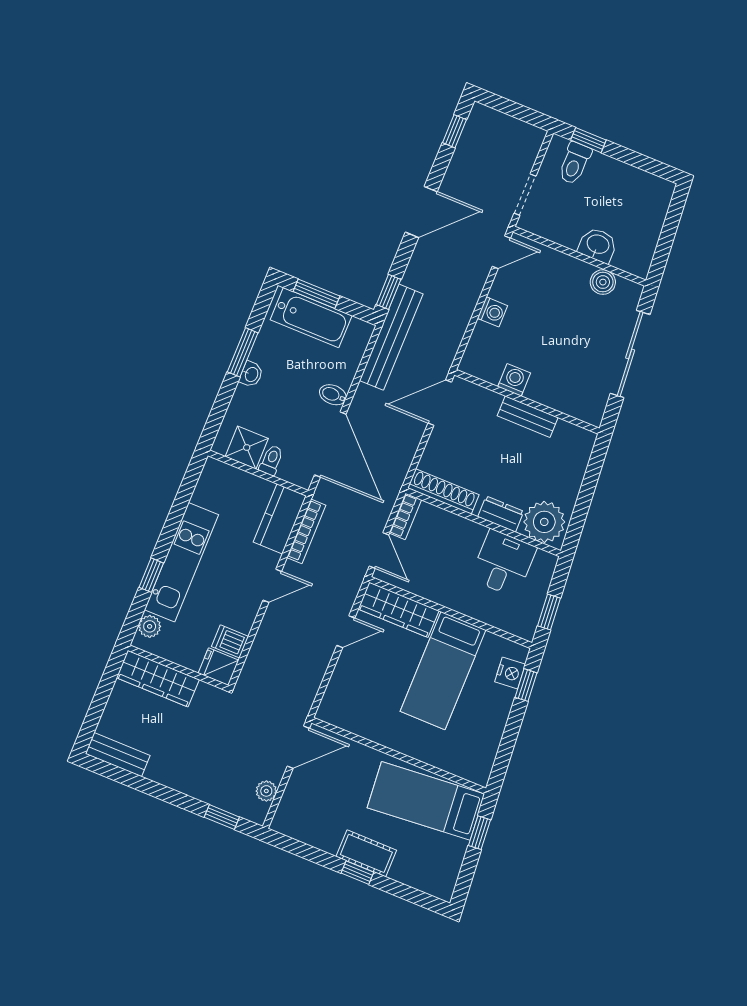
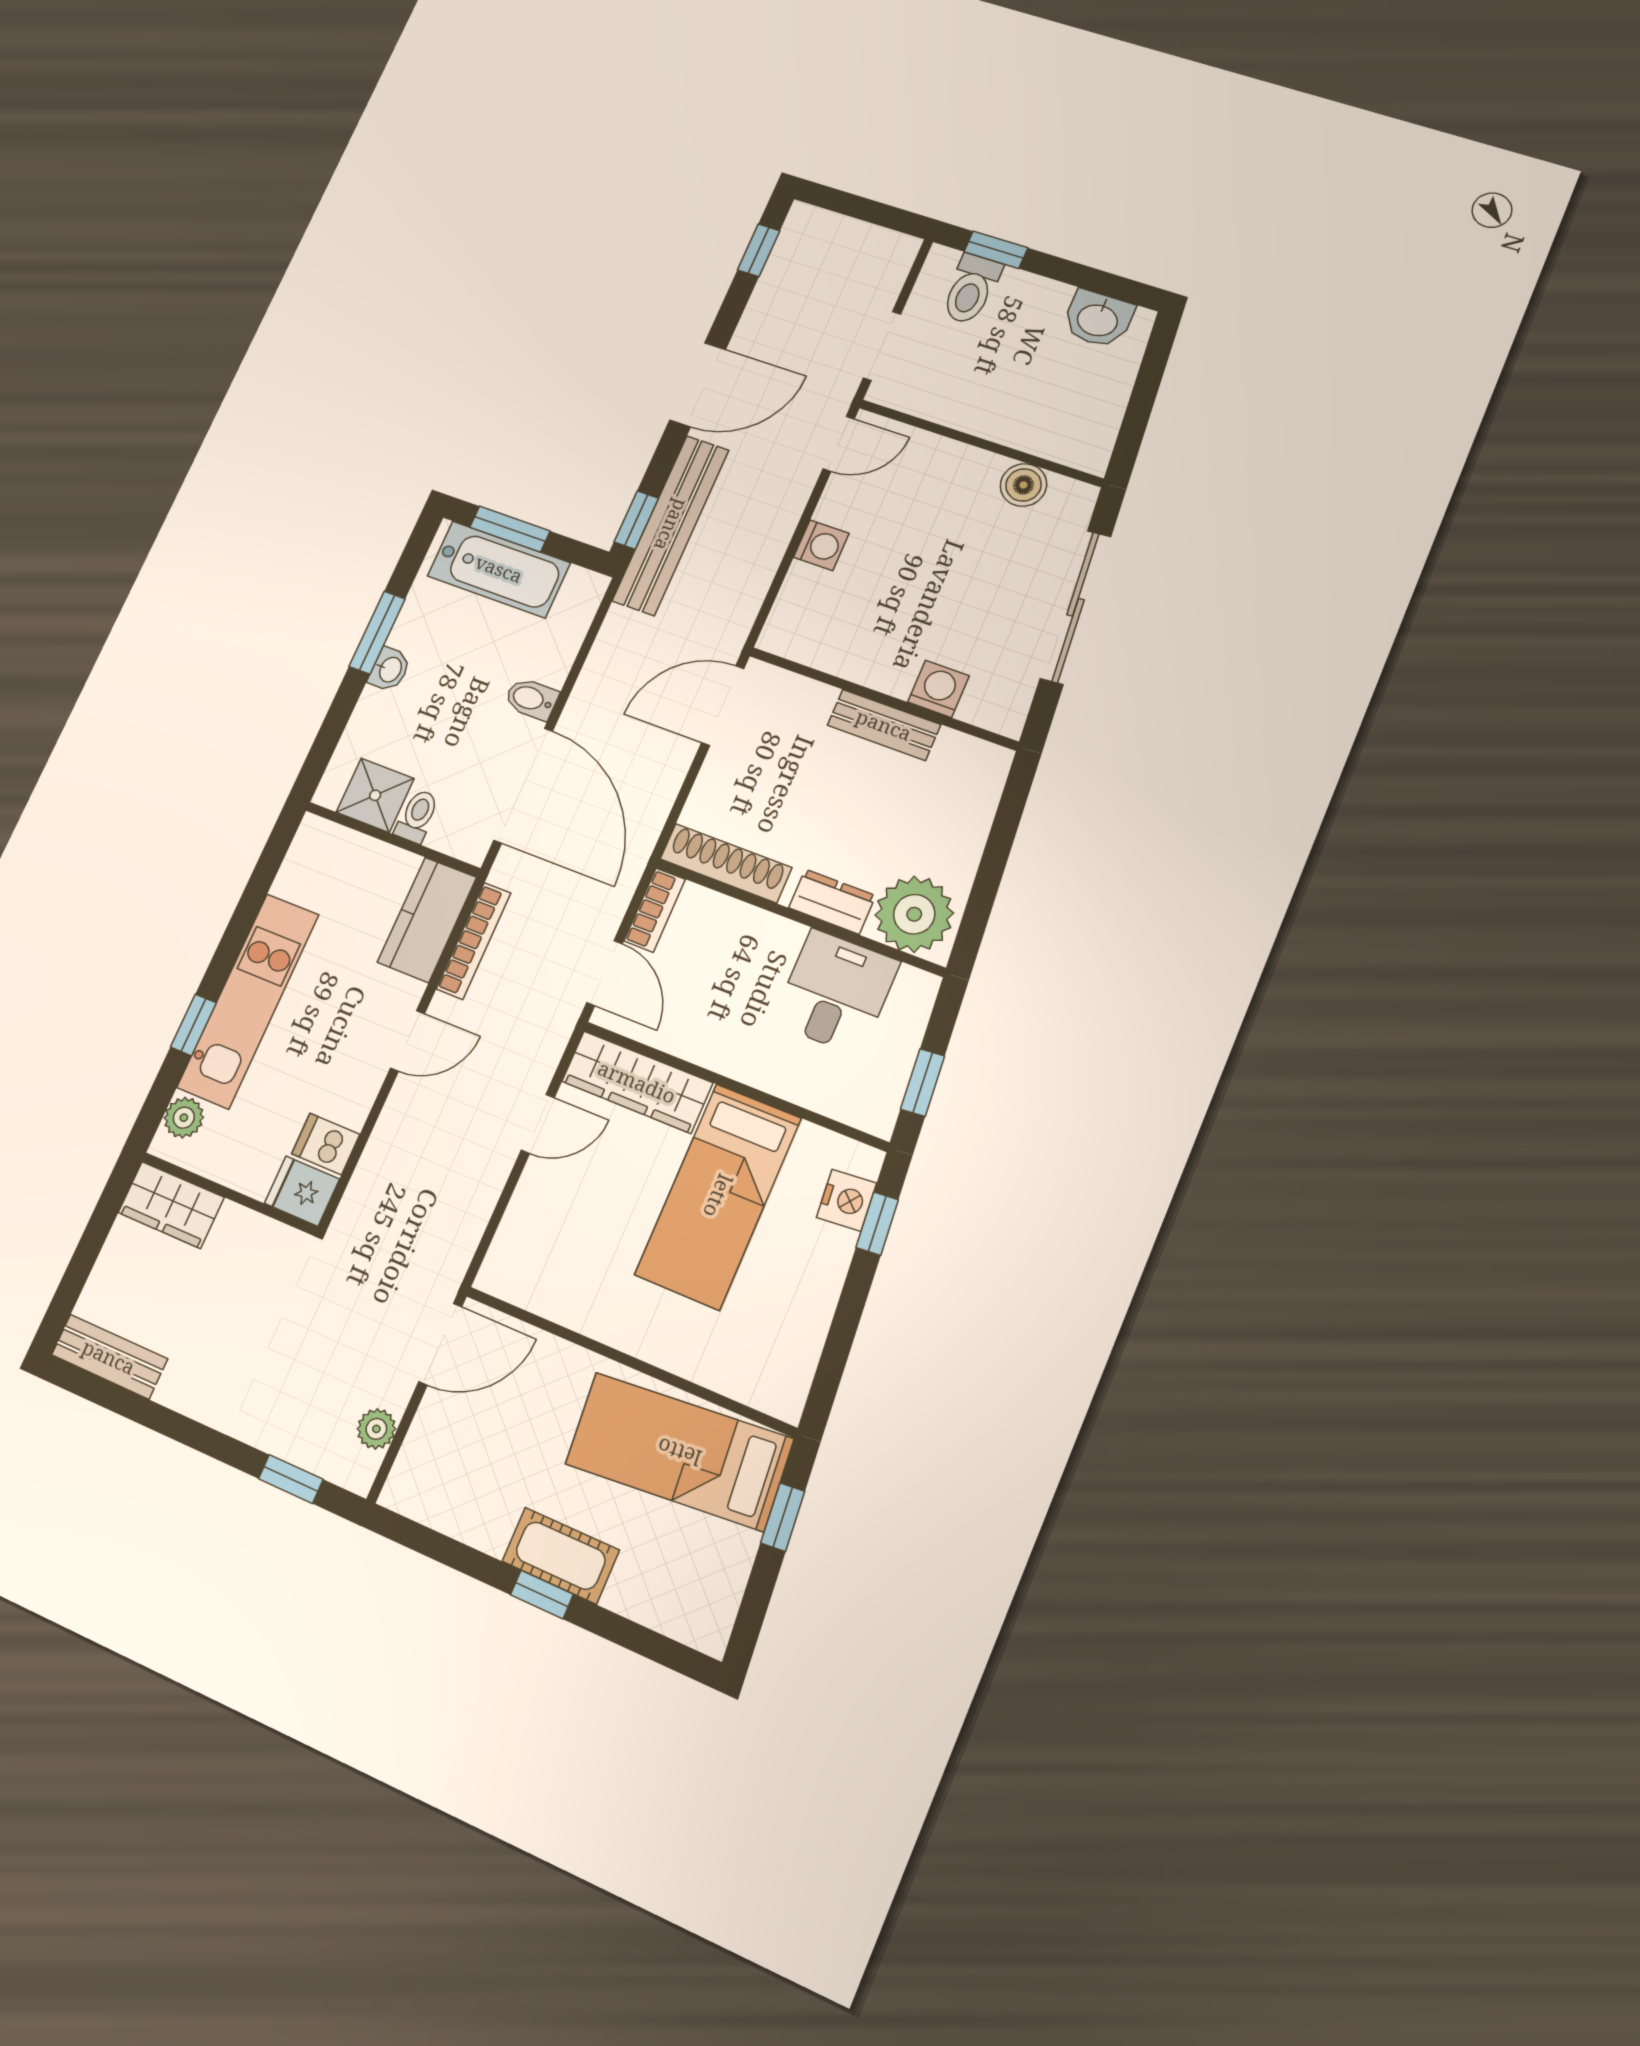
washbasin: (598, 245) -> (1098, 319), moved, turned 180
bench: (391, 337) -> (671, 525), moved
washing machine: (514, 380) -> (938, 689), moved
wardrobe: (158, 679) -> (171, 1205), width x0.67

